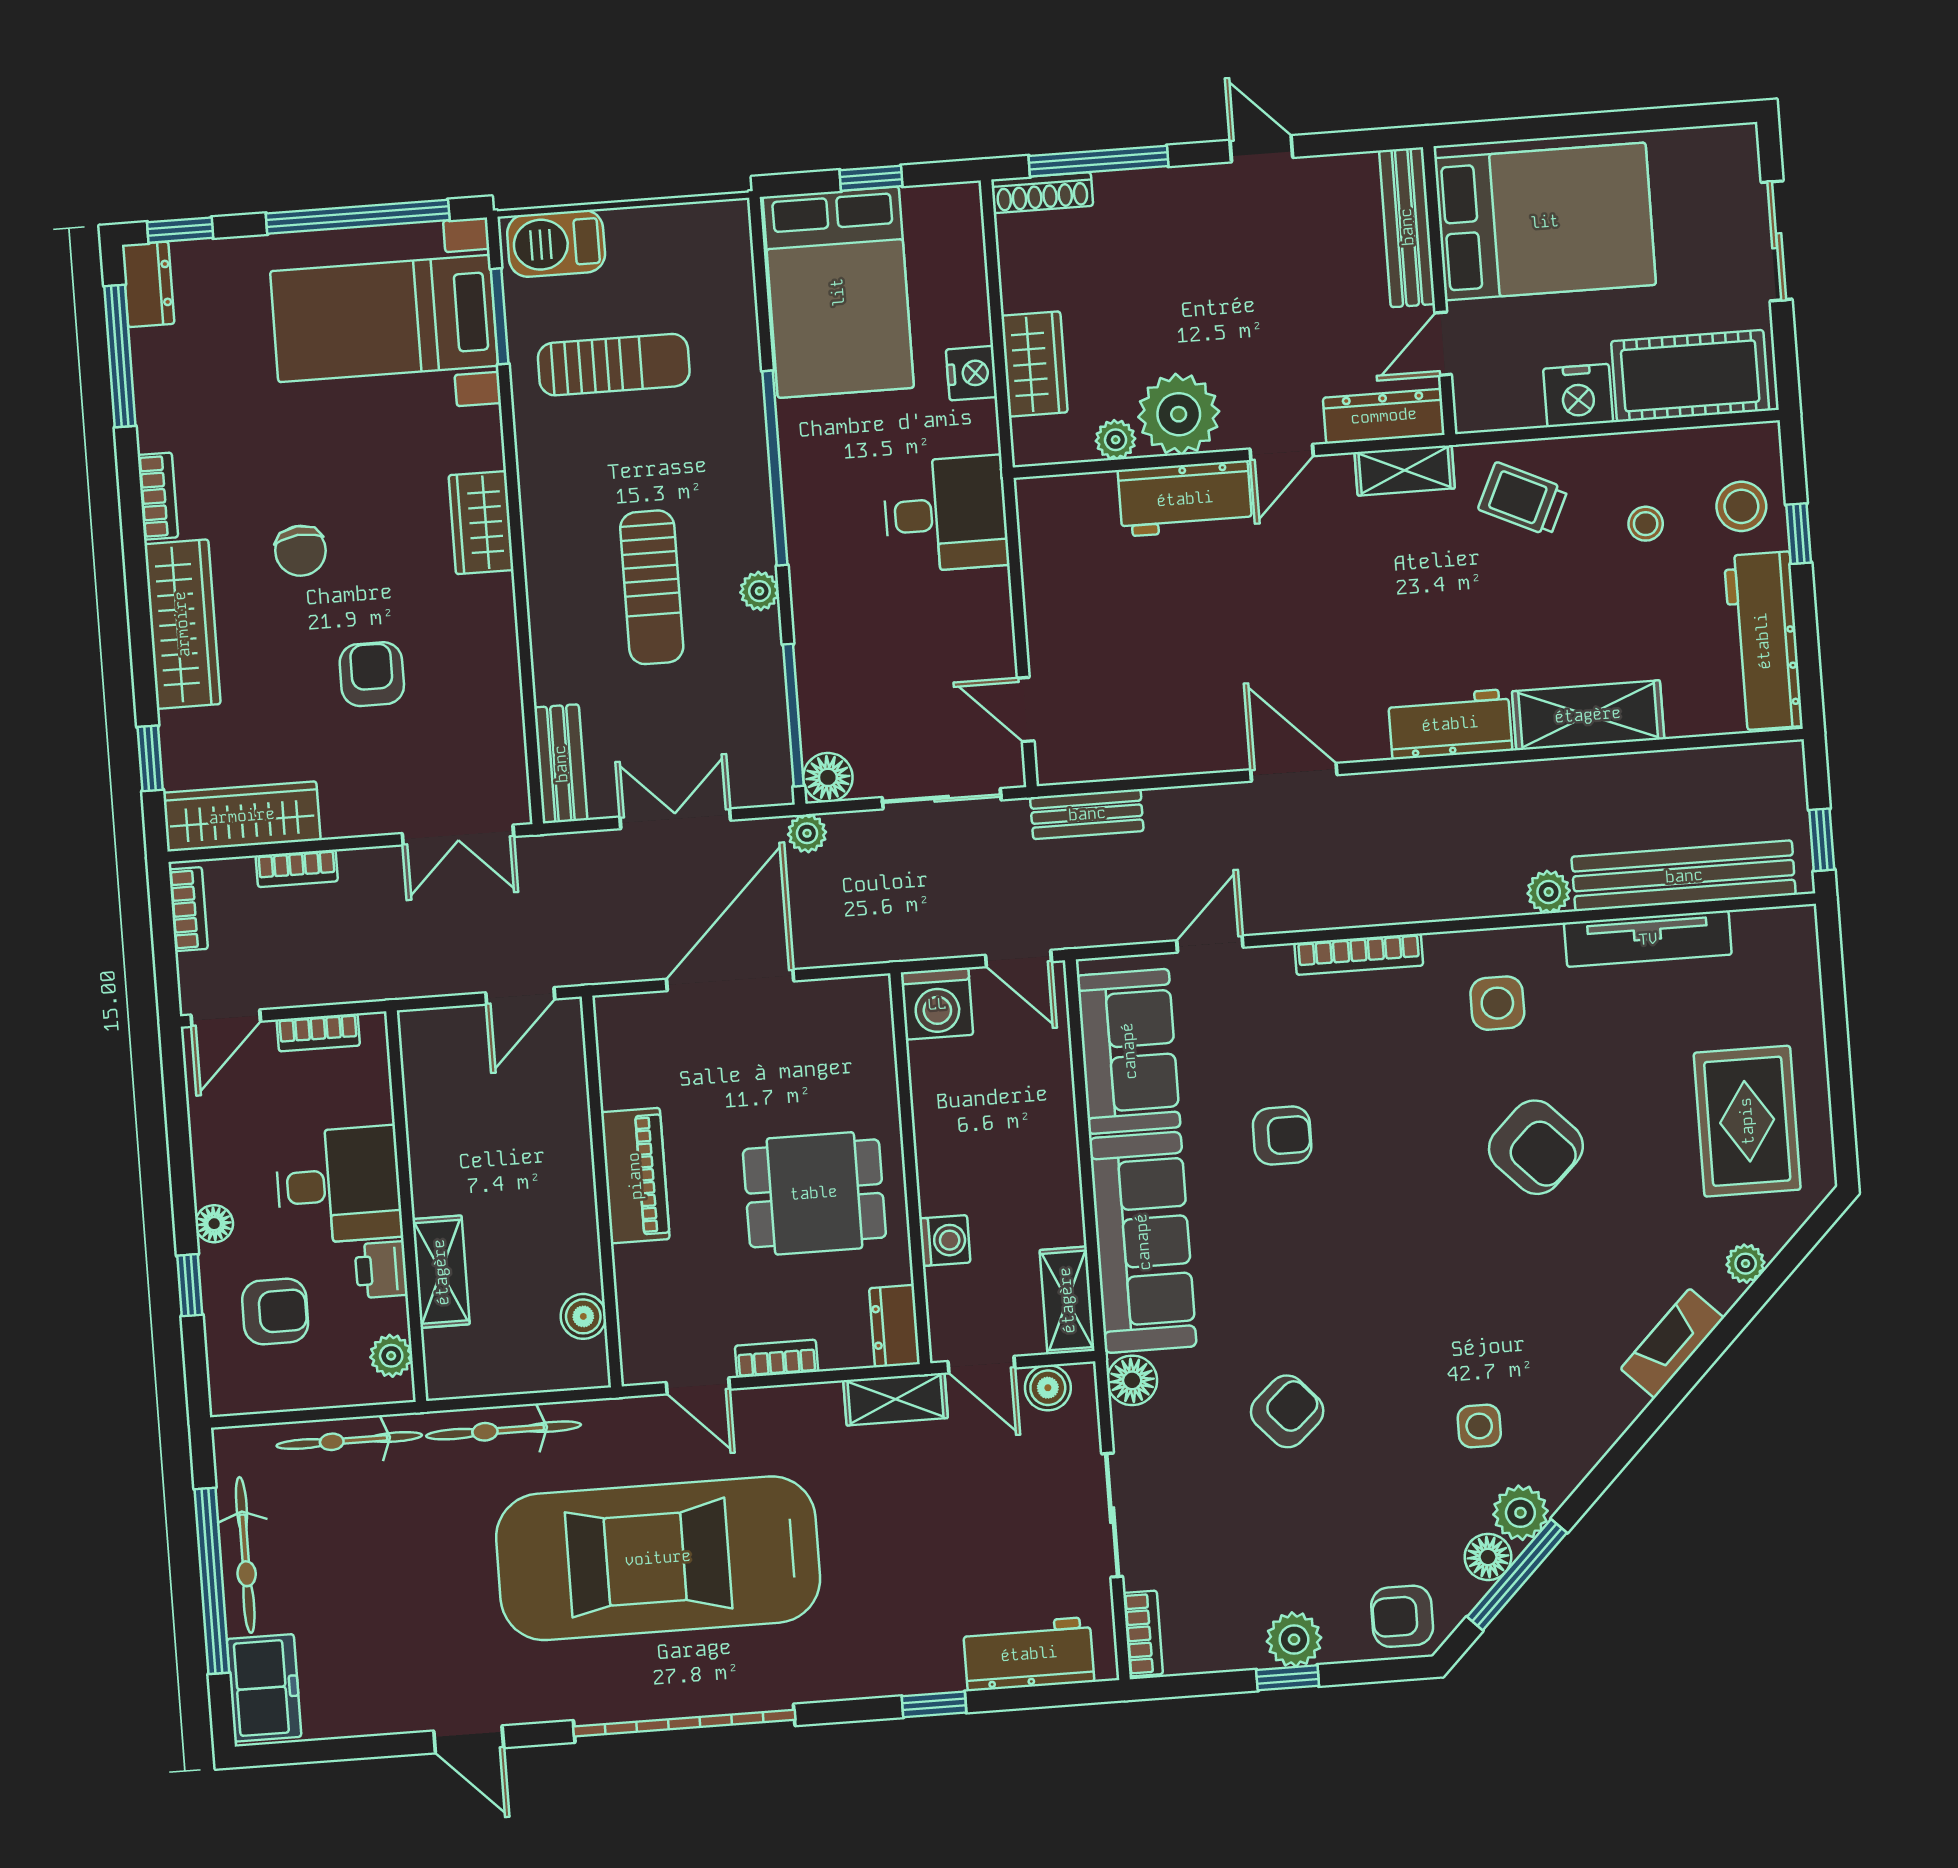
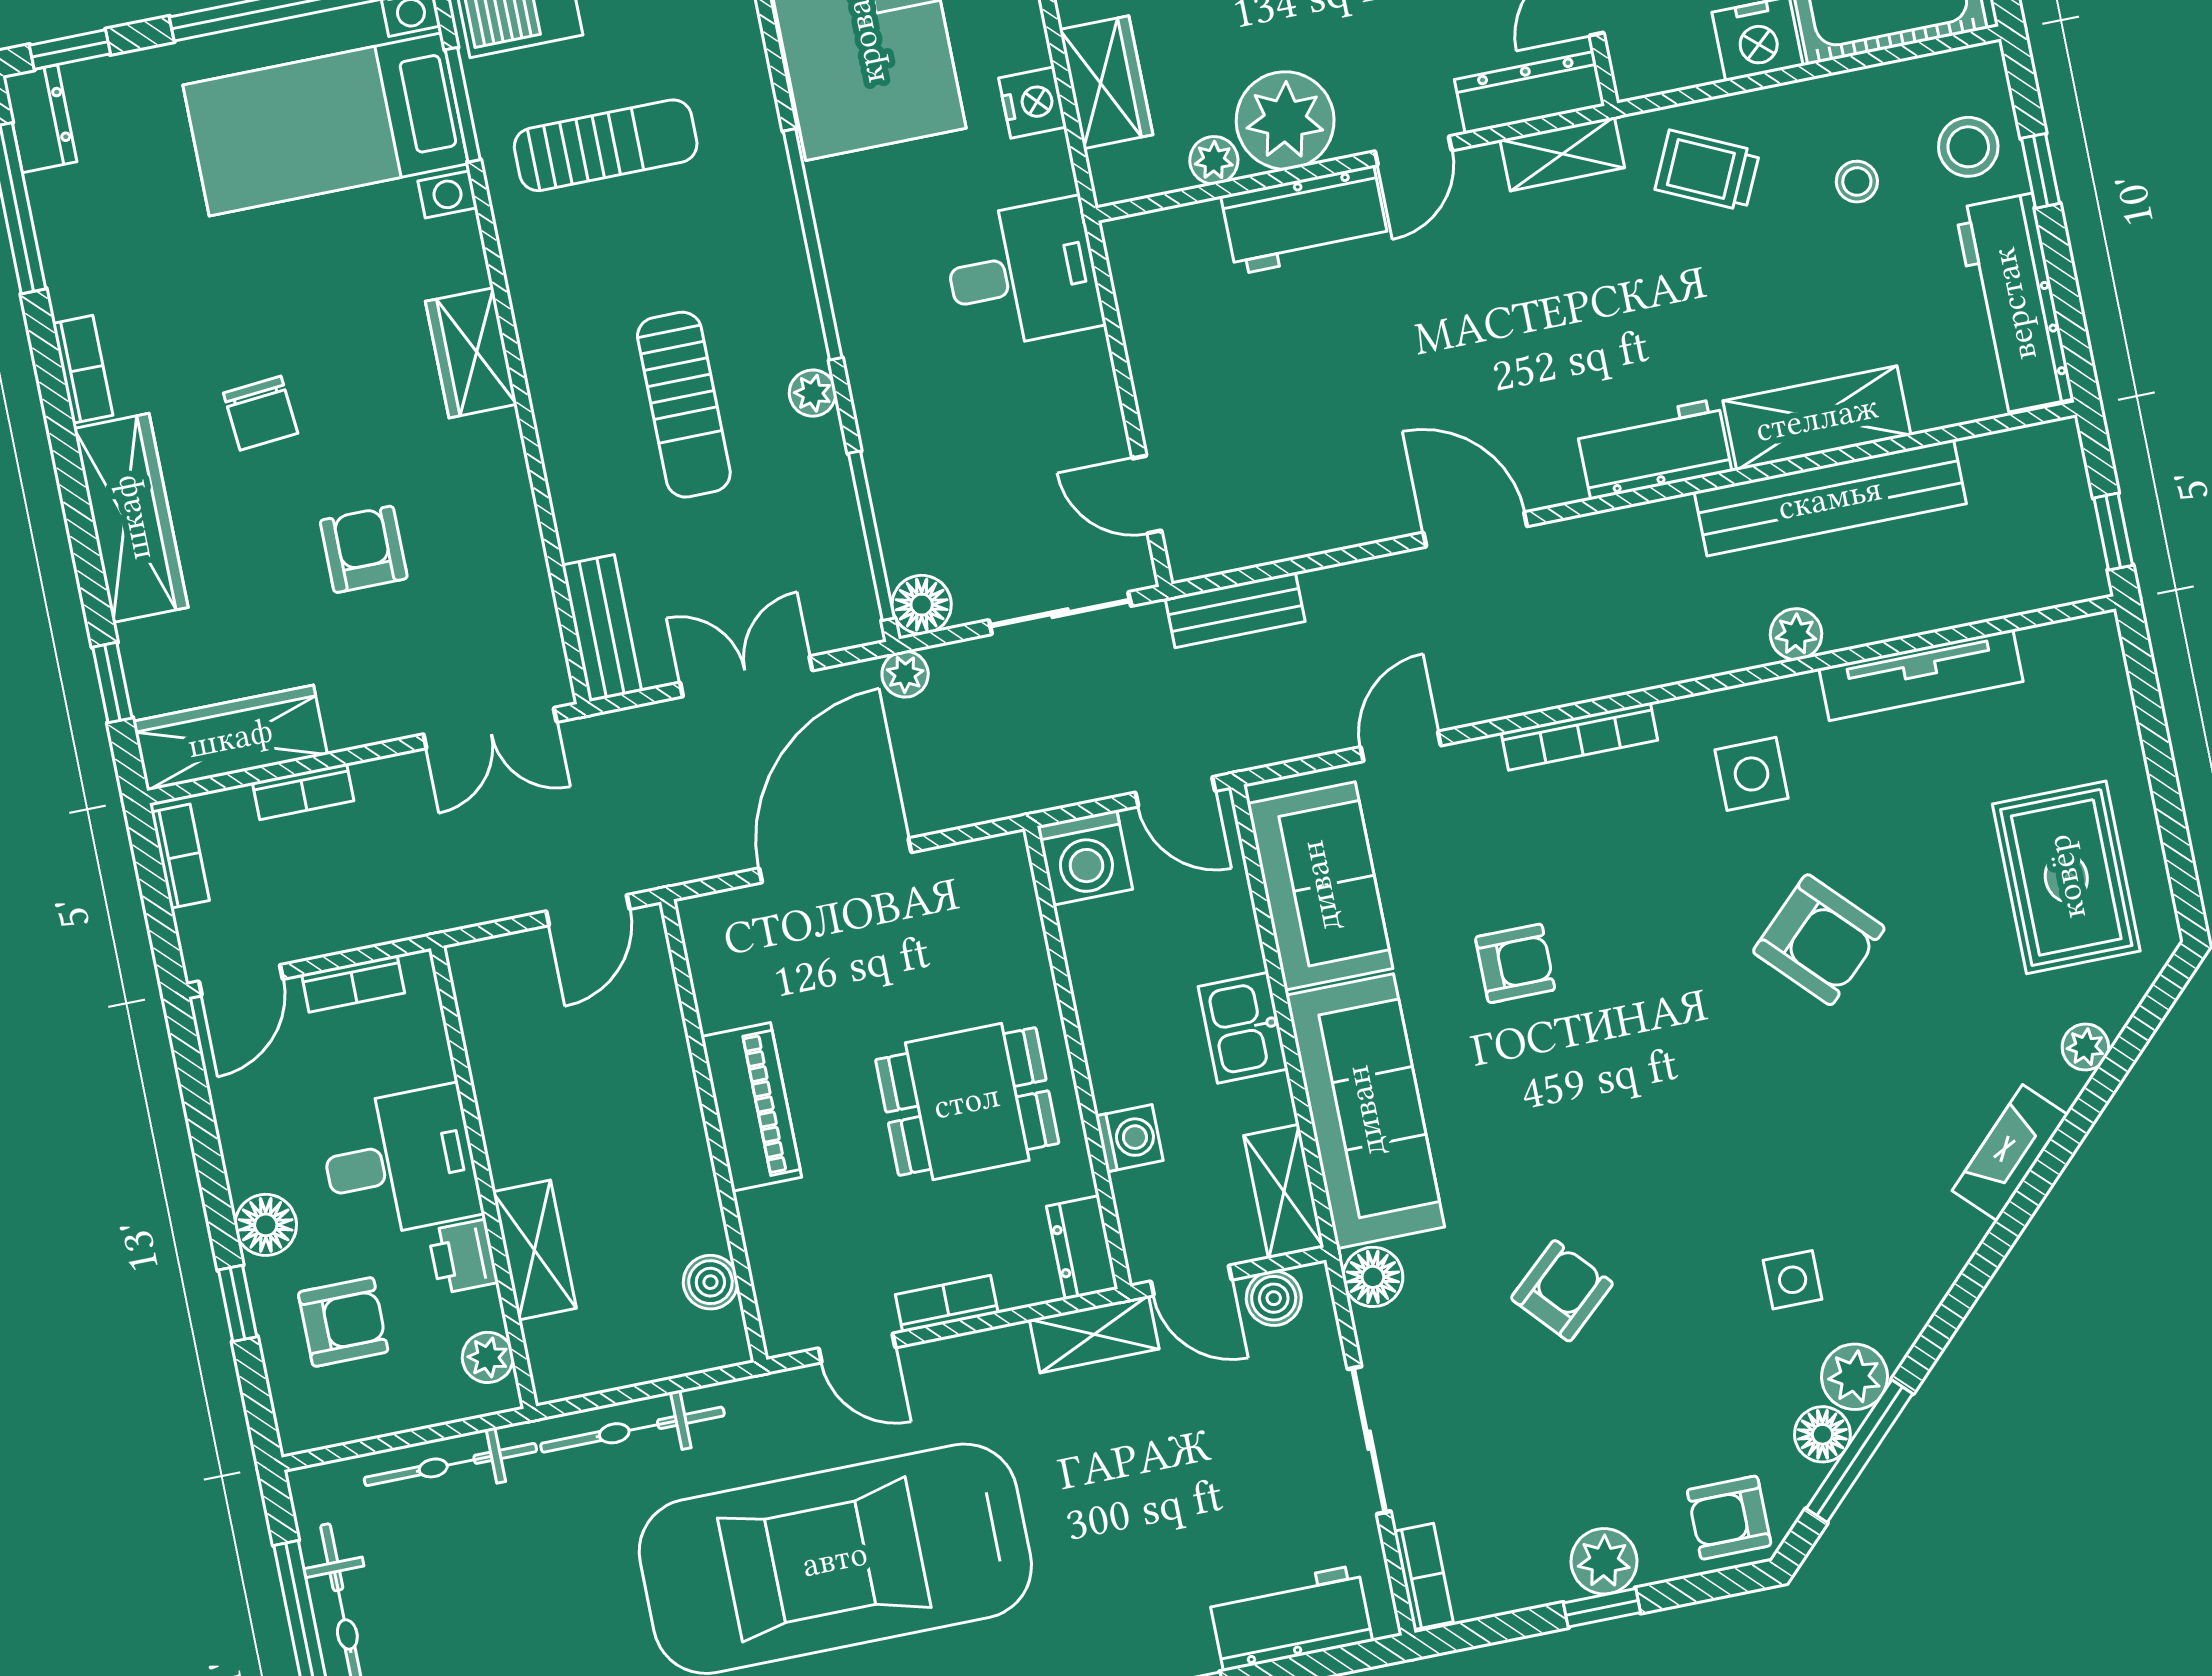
bench: (1684, 876) -> (1830, 498), moved
kitchen sink: (1050, 1161) -> (1243, 1028), added
floor lamp: (214, 1224) -> (266, 1225), width x1.37, depth x1.37

